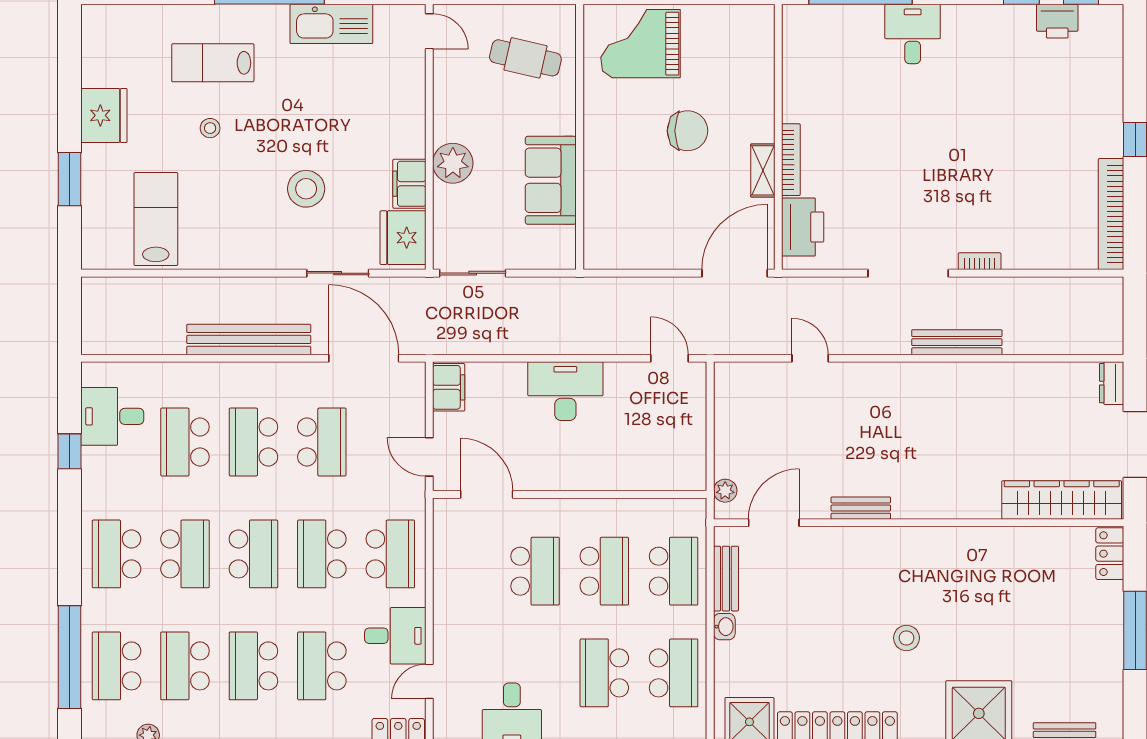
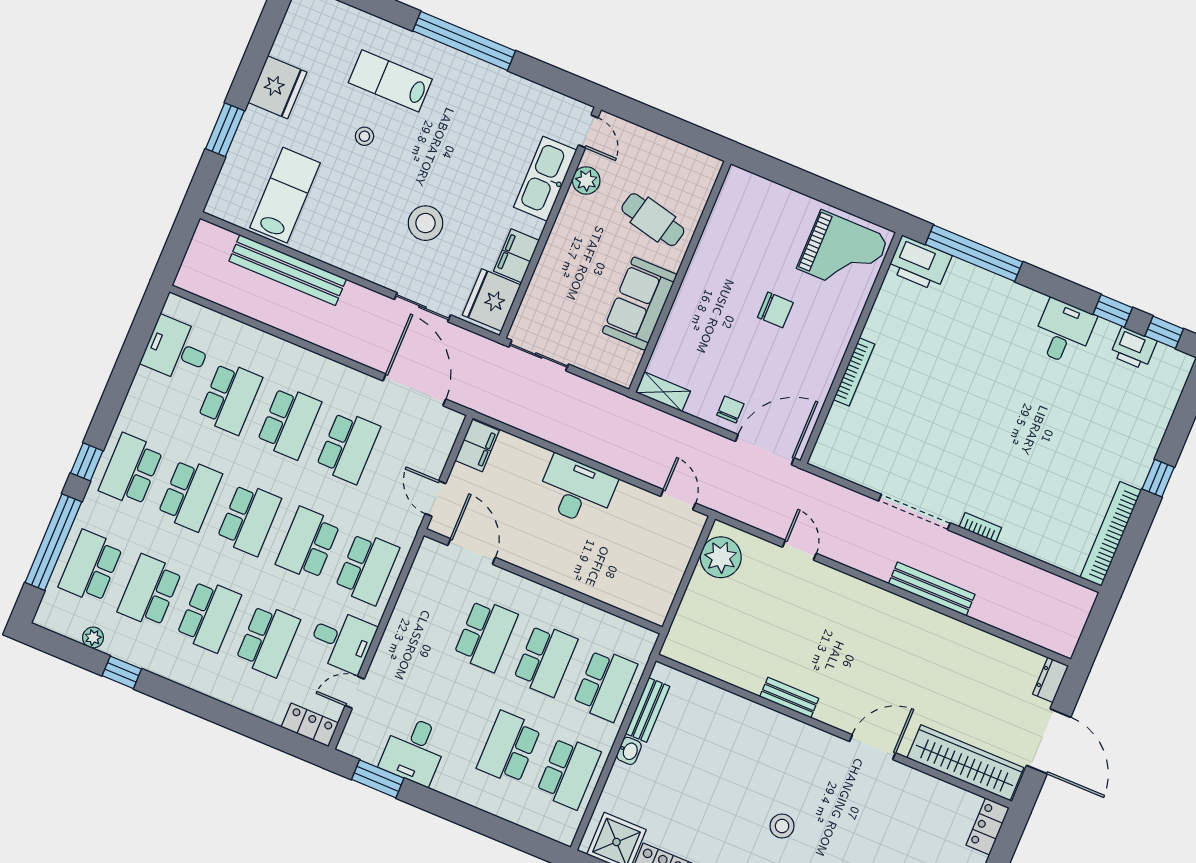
kitchen sink: (331, 24) -> (545, 179), moved, turned 90
desk: (913, 34) -> (1064, 332), moved
grand piano: (641, 44) -> (843, 253), moved, turned 180
cafe table: (525, 58) -> (653, 220), moved
chair: (688, 131) -> (775, 310), width x0.73, depth x0.73
plant: (453, 163) -> (586, 180), moved, width x0.73, depth x0.73
shelving: (763, 170) -> (663, 392), moved, turned 90
printer: (803, 227) -> (920, 263), moved, turned 90
chair: (684, 248) -> (730, 410), added
bench: (249, 339) -> (288, 270), moved
school desk: (185, 442) -> (230, 398), turned 180
school desk: (253, 442) -> (289, 423), turned 180
window: (70, 451) -> (87, 462), moved
plant: (725, 491) -> (721, 557), moved, width x1.87, depth x1.87
door: (774, 523) -> (872, 747), moved
school desk: (253, 666) -> (209, 616), turned 180
school desk: (322, 666) -> (268, 640), turned 180

